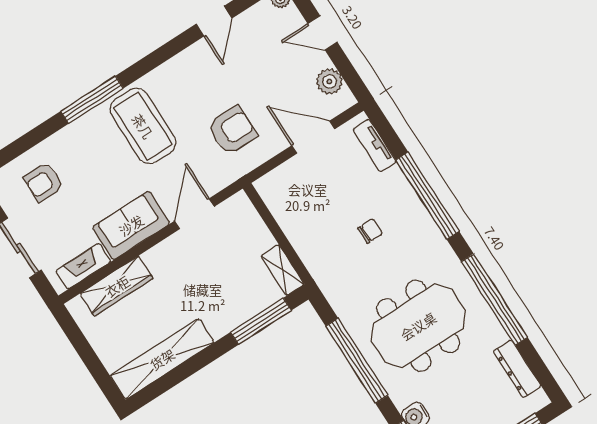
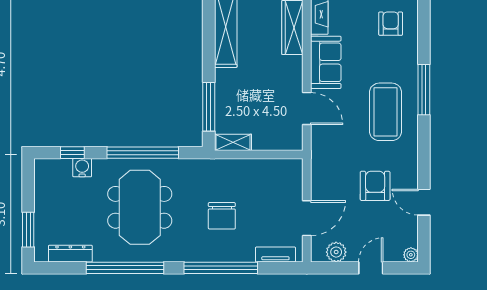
coffee table: (143, 126) -> (386, 112), turned 90
armchair: (232, 130) -> (375, 186), moved, turned 180
chair: (370, 231) -> (222, 216), width x1.87, depth x1.87

